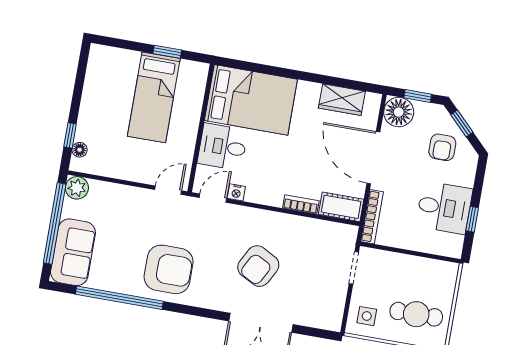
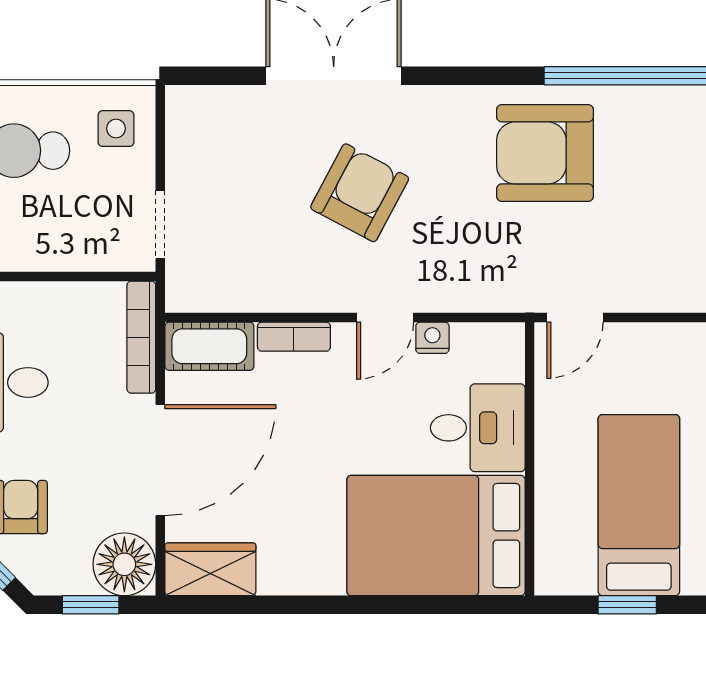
wardrobe: (342, 100) -> (210, 569), moved
door: (373, 158) -> (160, 460), hinge flipped
door: (213, 198) -> (385, 317), moved

